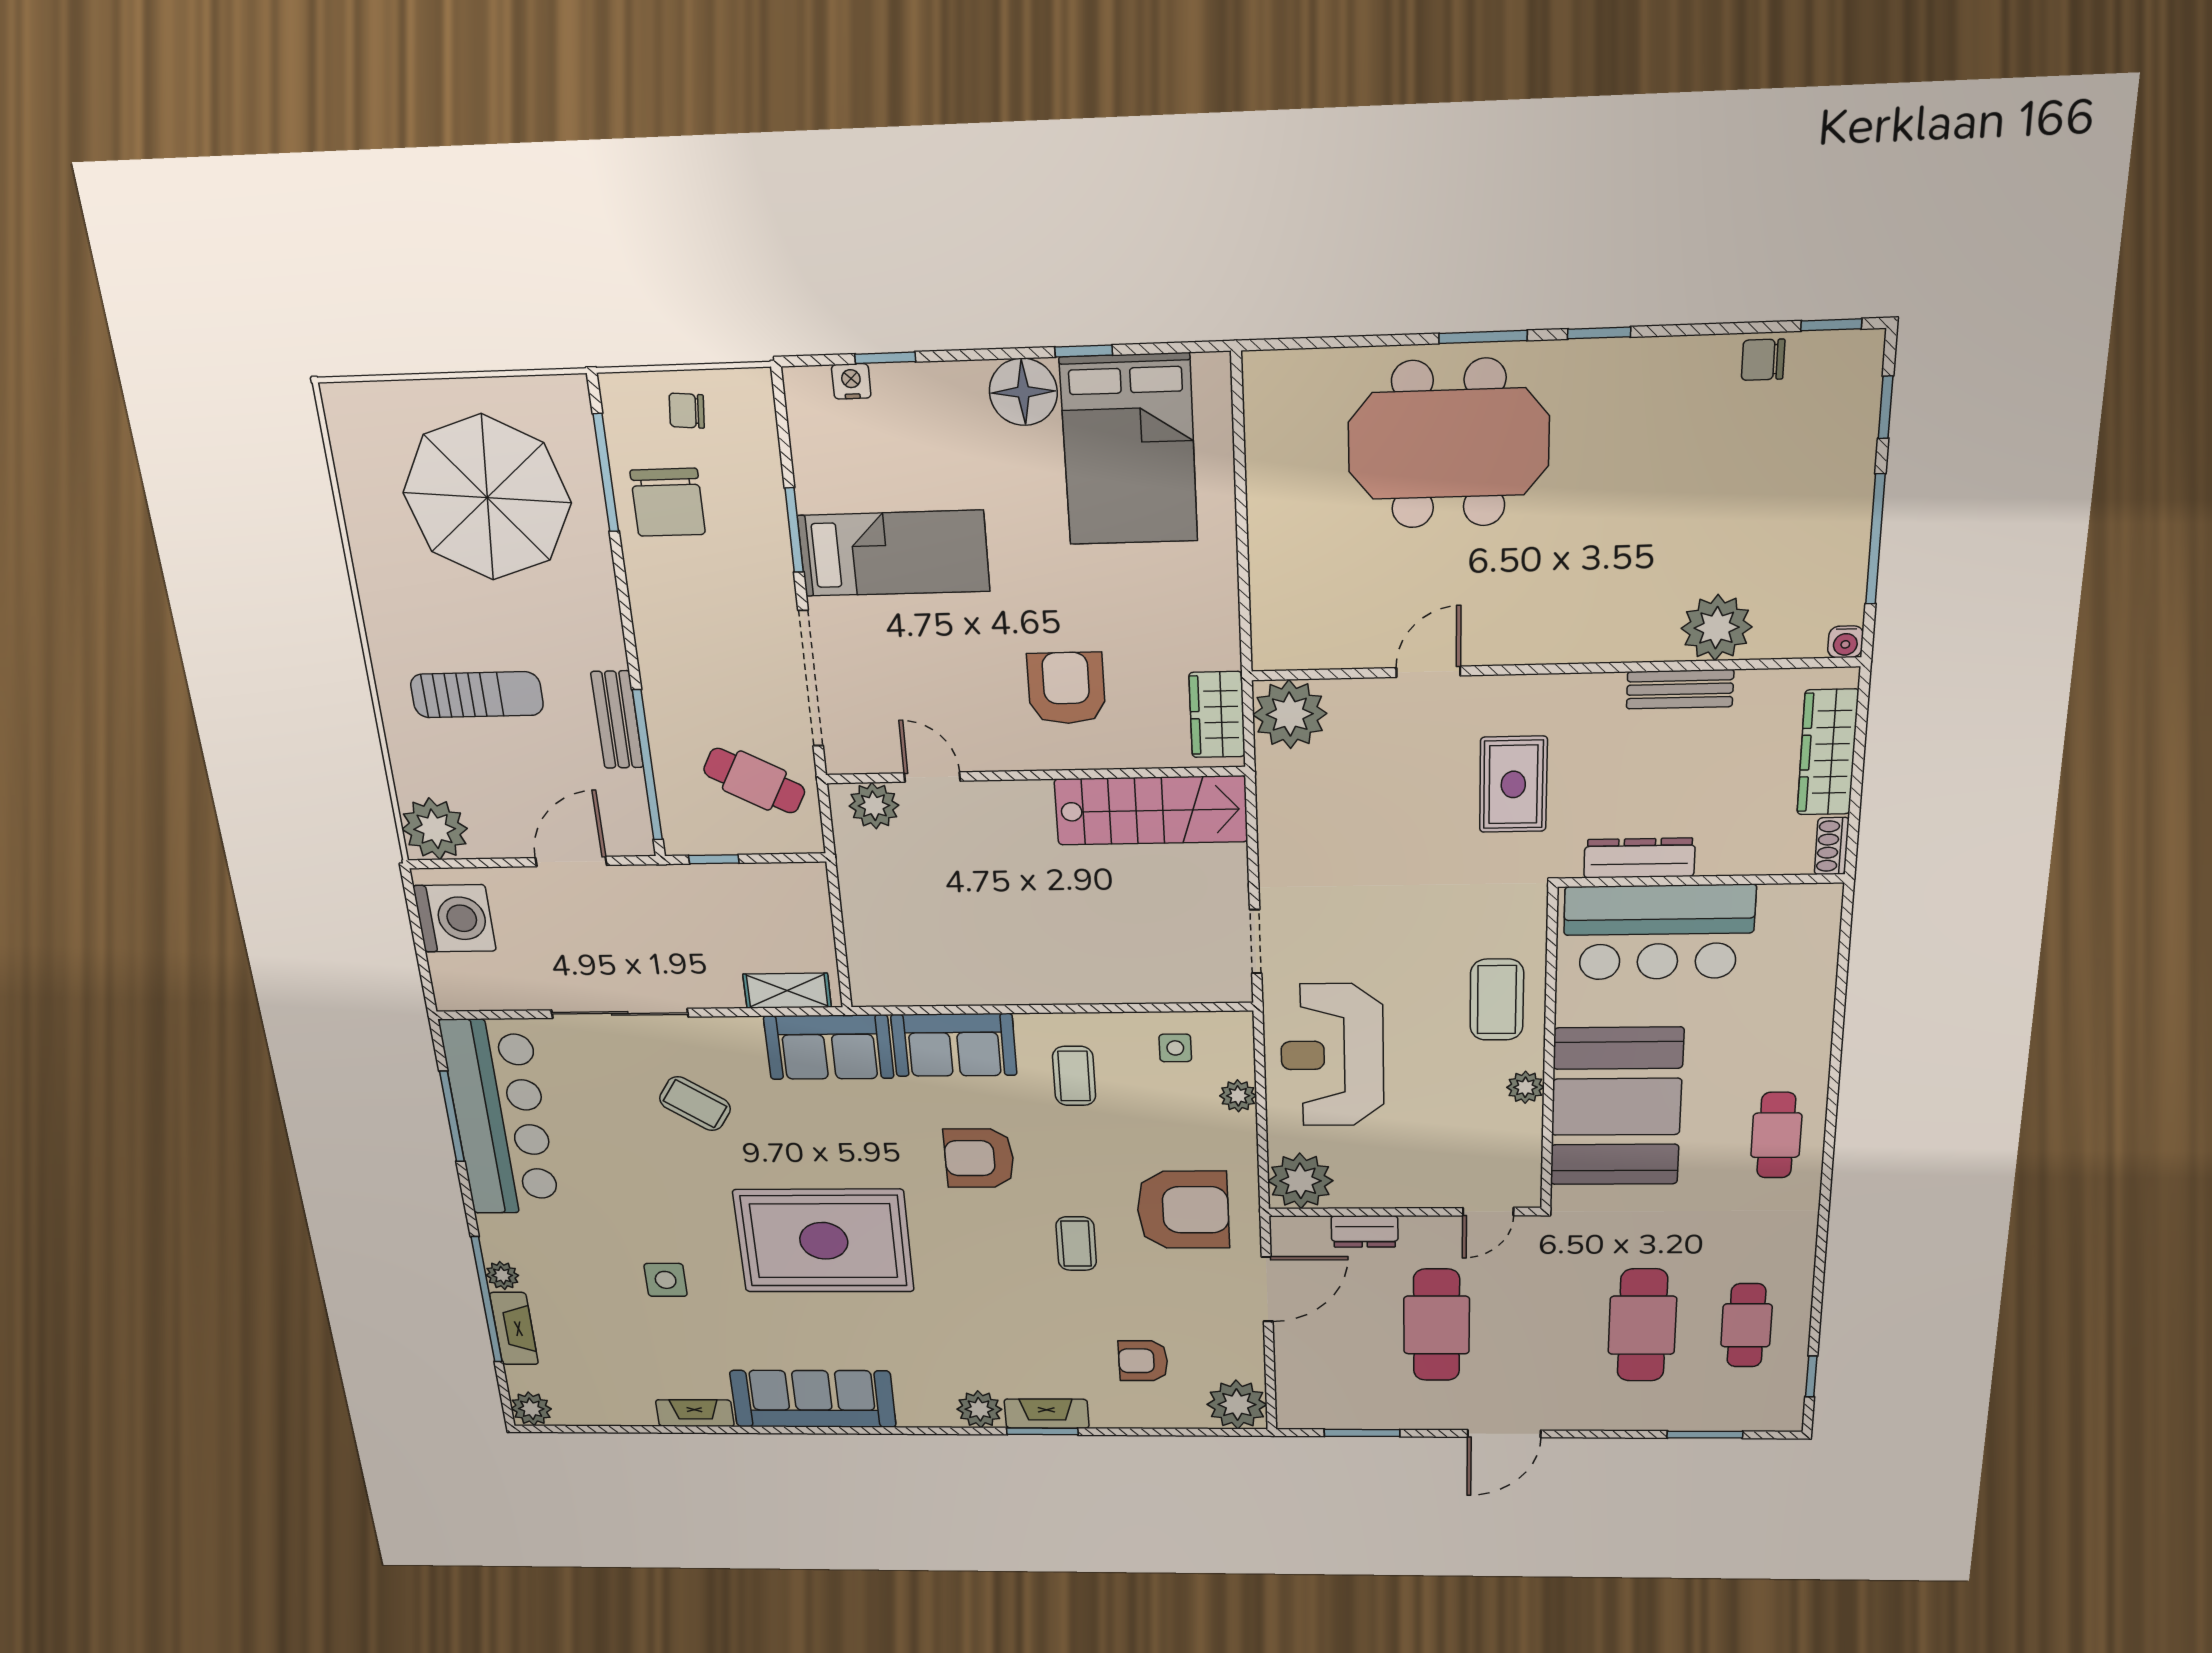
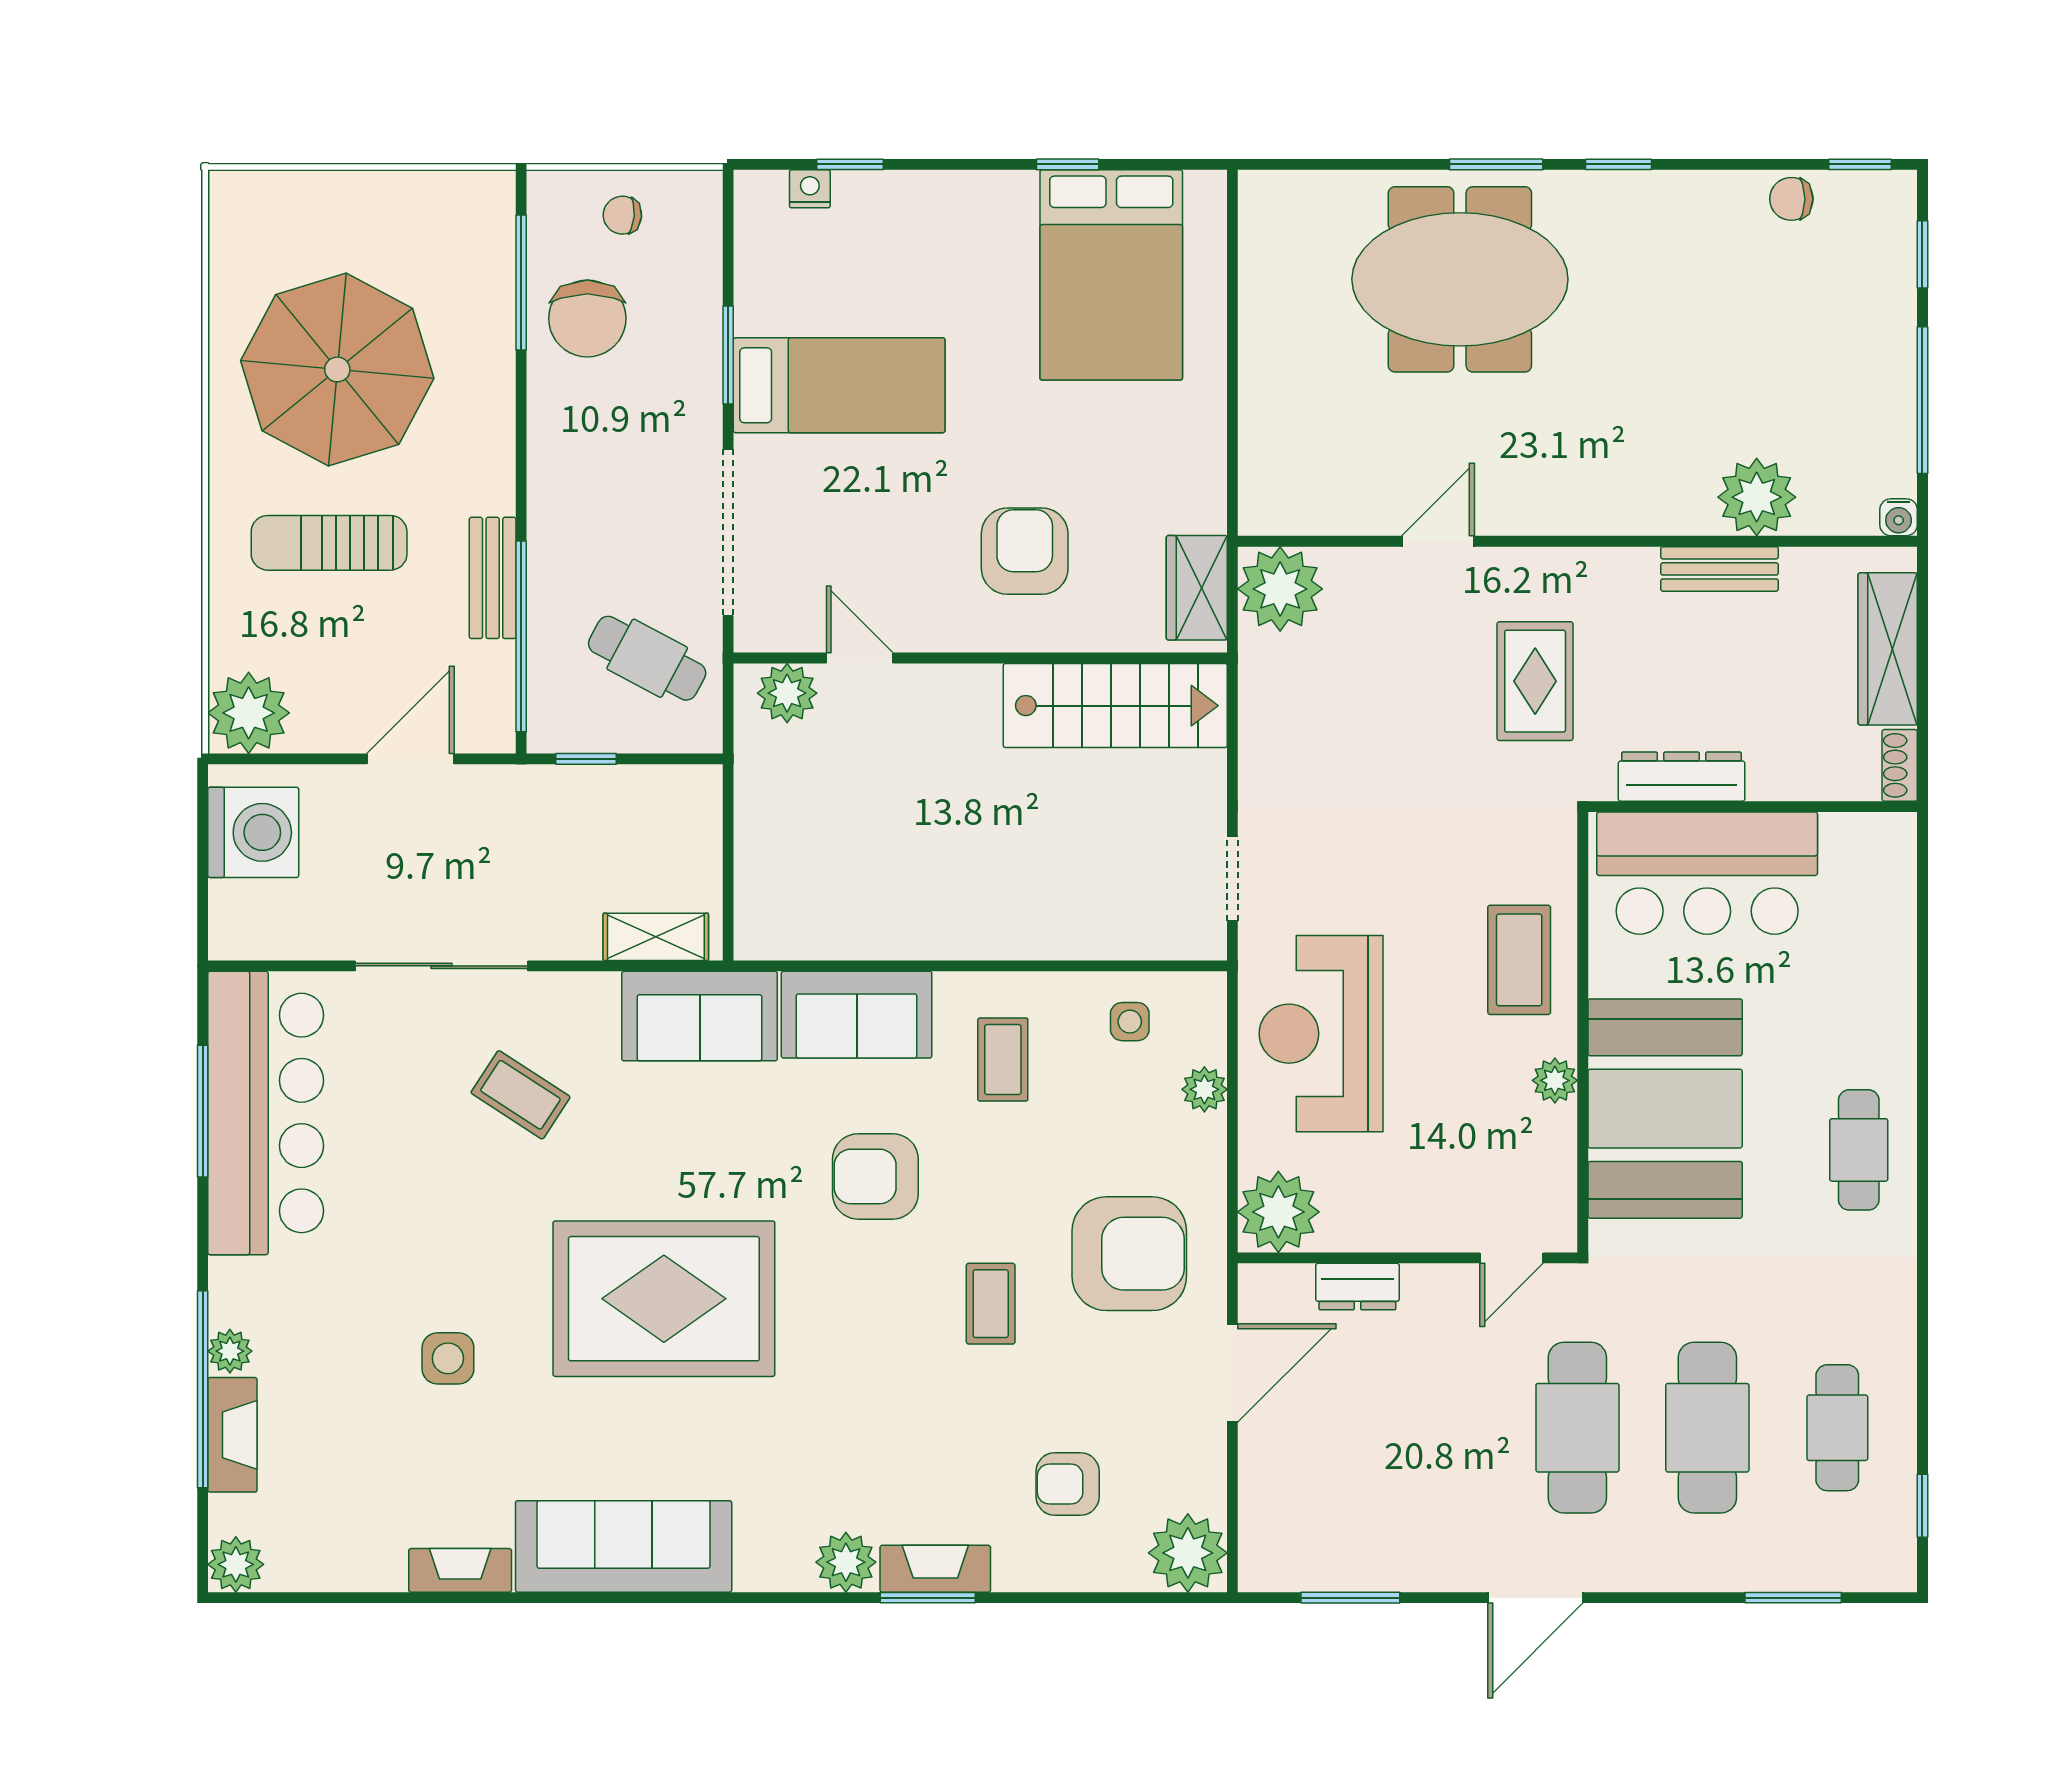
floor lamp: (1023, 392) -> (999, 207), removed
parasol: (487, 498) -> (337, 369), moved
sun lounger: (477, 695) -> (329, 543), turned 180
cafe table: (1437, 1325) -> (1577, 1428), moved

